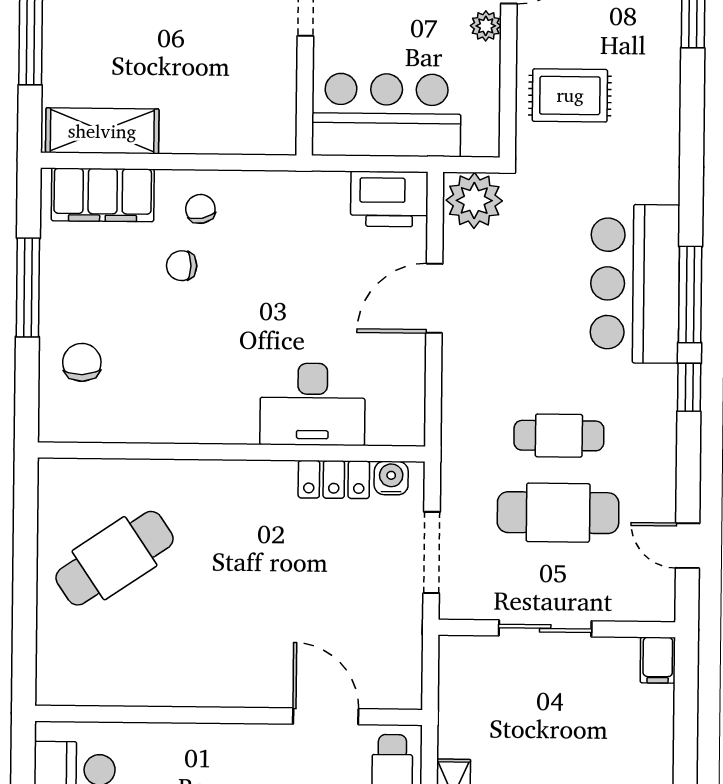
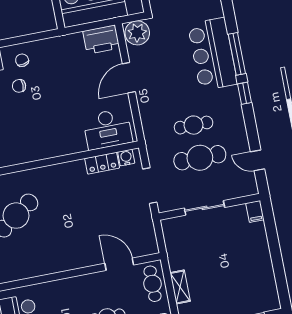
desk: (313, 404) -> (108, 129), moved

